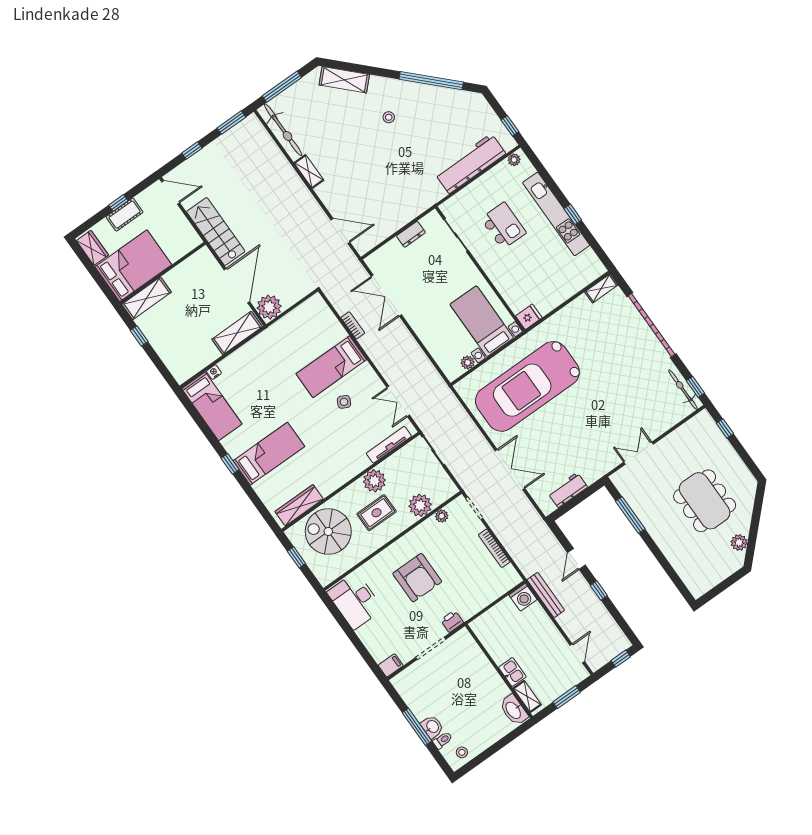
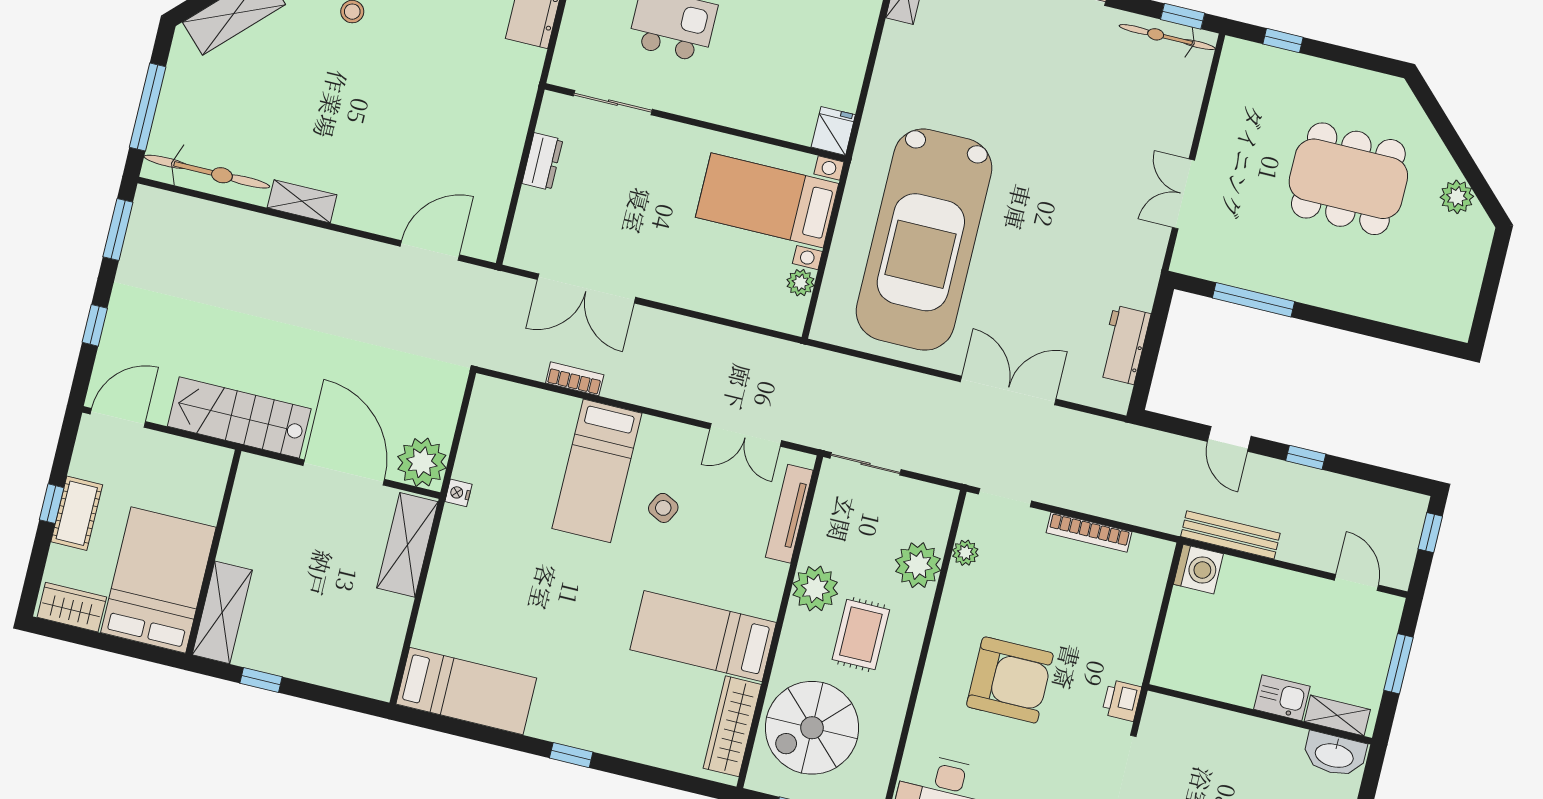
nightstand: (214, 372) -> (458, 493), moved
bed: (269, 454) -> (703, 636), moved, turned -90

